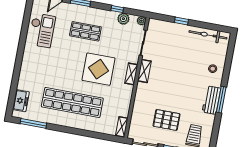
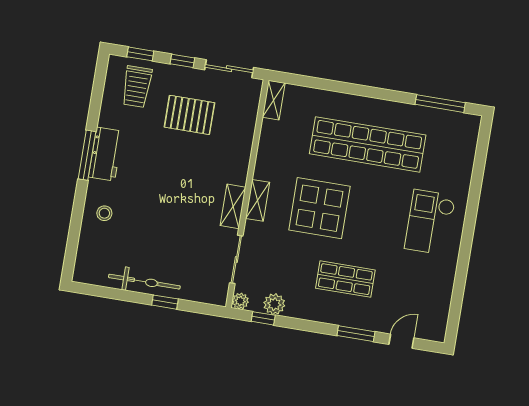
window: (117, 9) -> (263, 318), moved
checkout: (42, 30) -> (430, 222), moved
bicycle: (208, 35) -> (144, 282), moved
freezer: (21, 101) -> (464, 146), removed

